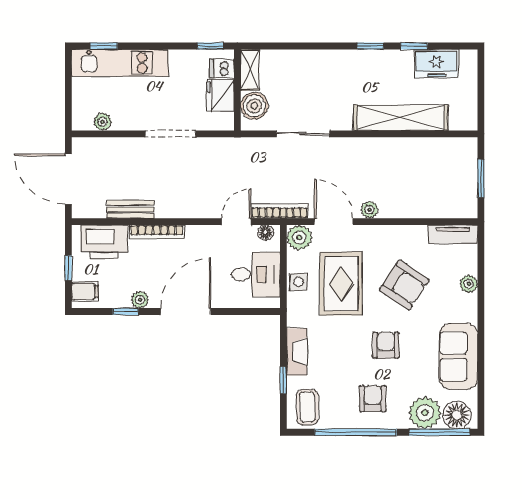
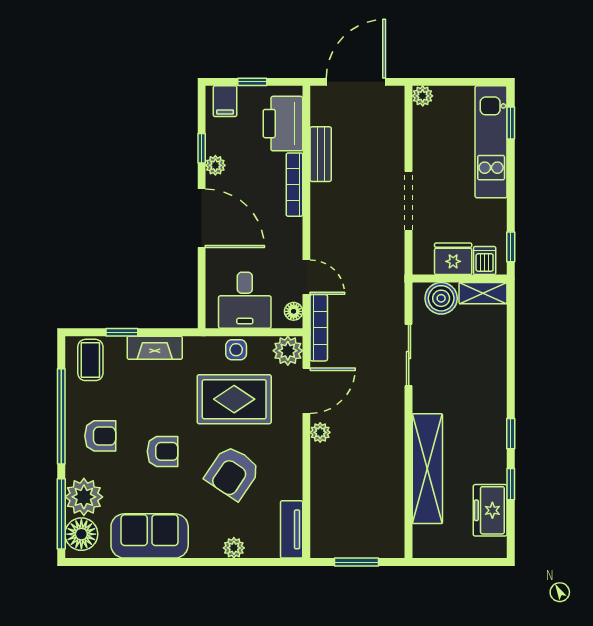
plant: (103, 122) -> (423, 96), moved
coffee table: (307, 407) -> (90, 360), turned 90

